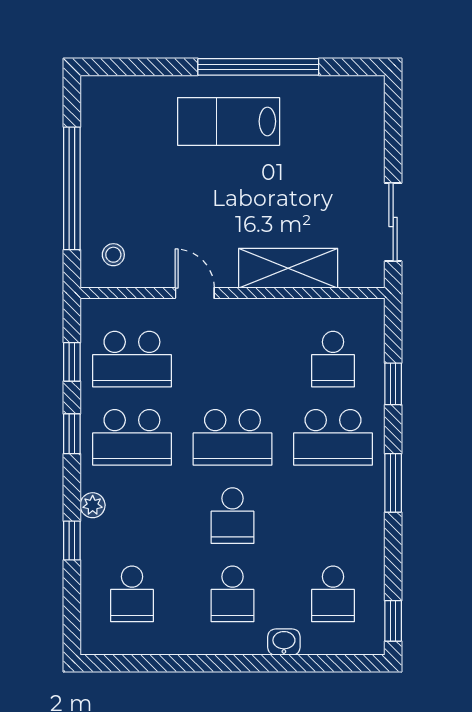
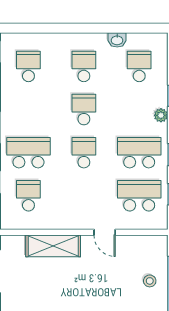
stool: (113, 255) -> (150, 281), moved
school desk: (232, 437) -> (84, 153), width x0.54
washbasin: (284, 642) -> (117, 40), moved

